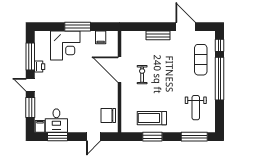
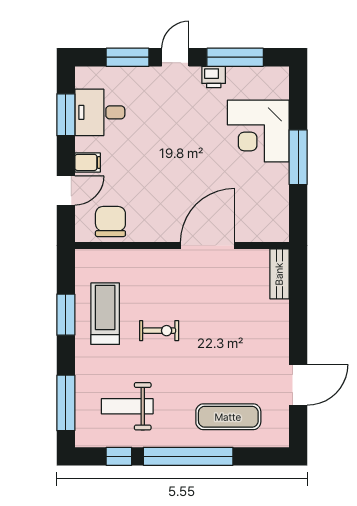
bench: (158, 35) -> (279, 274), moved
filing cabinet: (101, 37) -> (275, 206), removed
window: (220, 45) -> (119, 456), moved
exercise bike: (142, 75) -> (159, 331), moved
filing cabinet: (40, 126) -> (88, 162), moved
door: (93, 137) -> (66, 190), swing flipped

